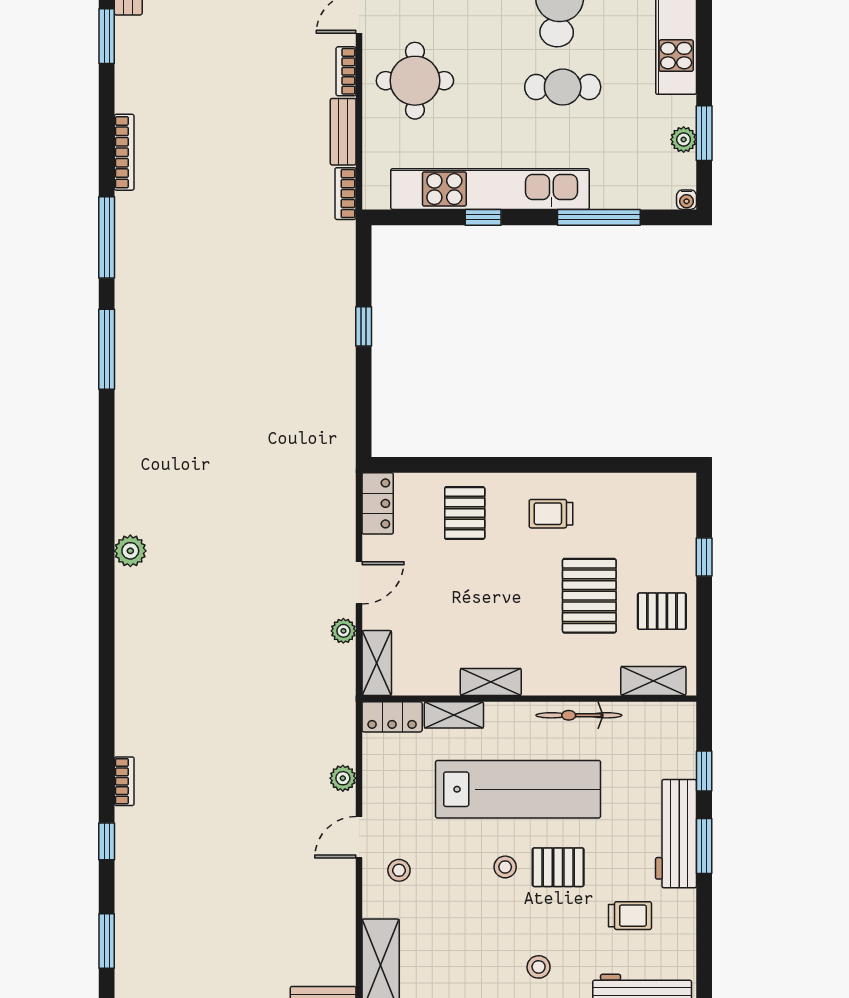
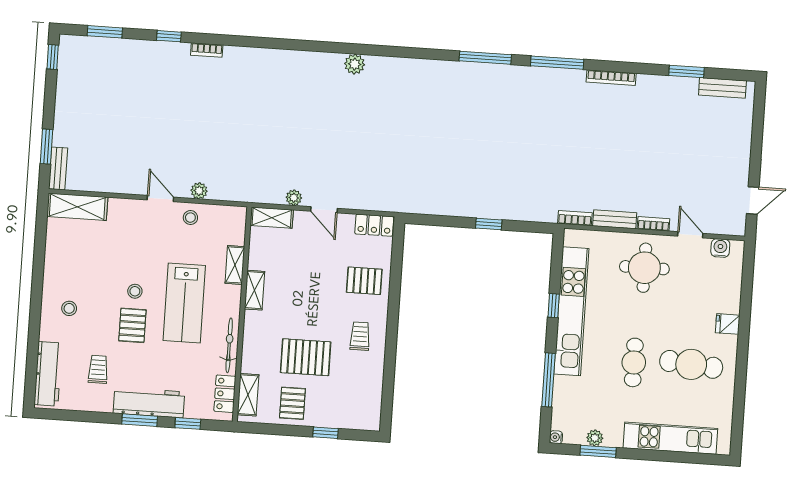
locker: (392, 717) -> (225, 394), moved
lab bench: (518, 789) -> (184, 303), width x0.73
stool: (399, 870) -> (190, 218), moved
trolley: (630, 916) -> (98, 369), turned 180

